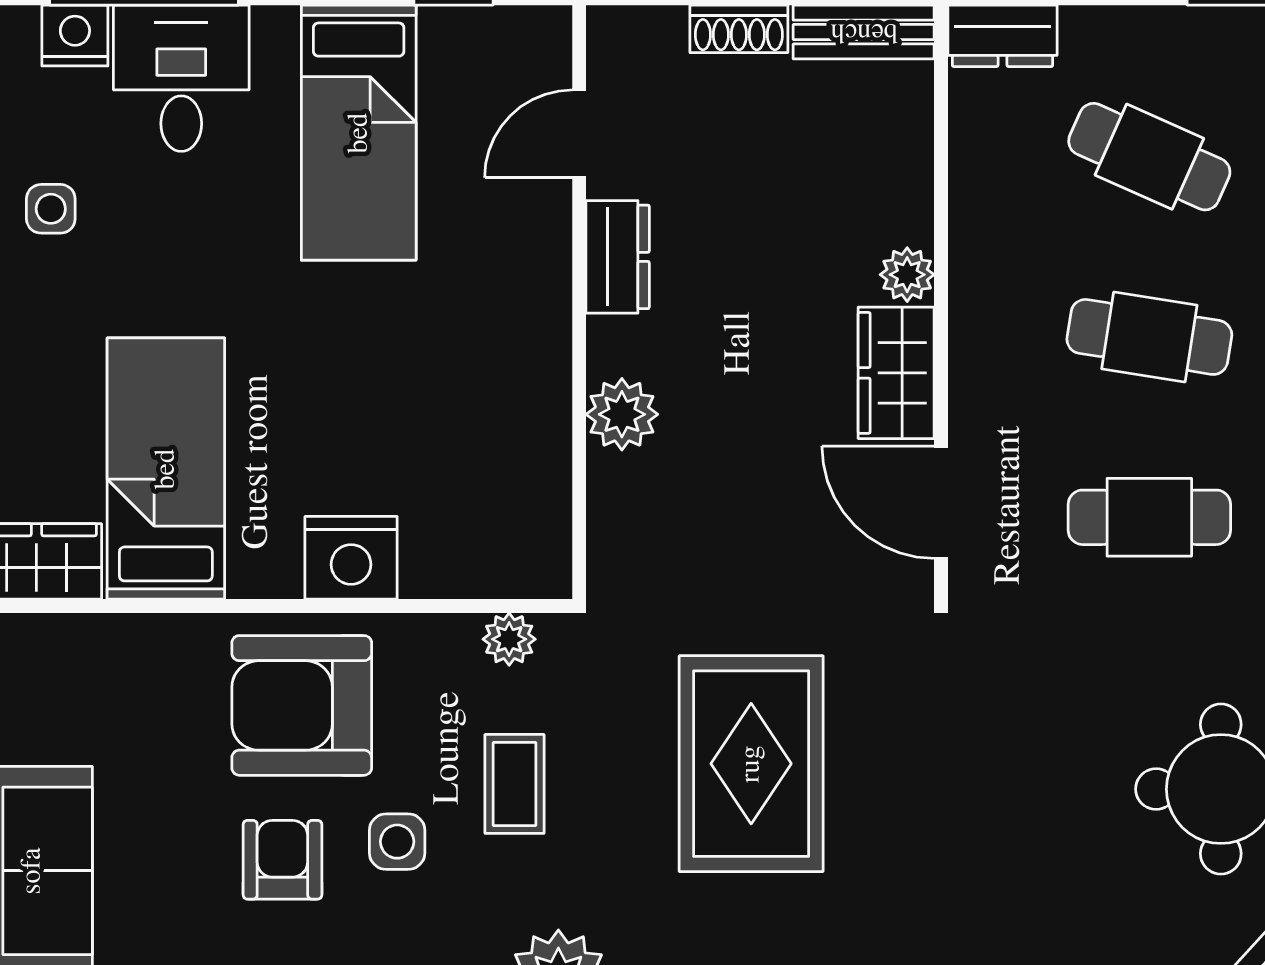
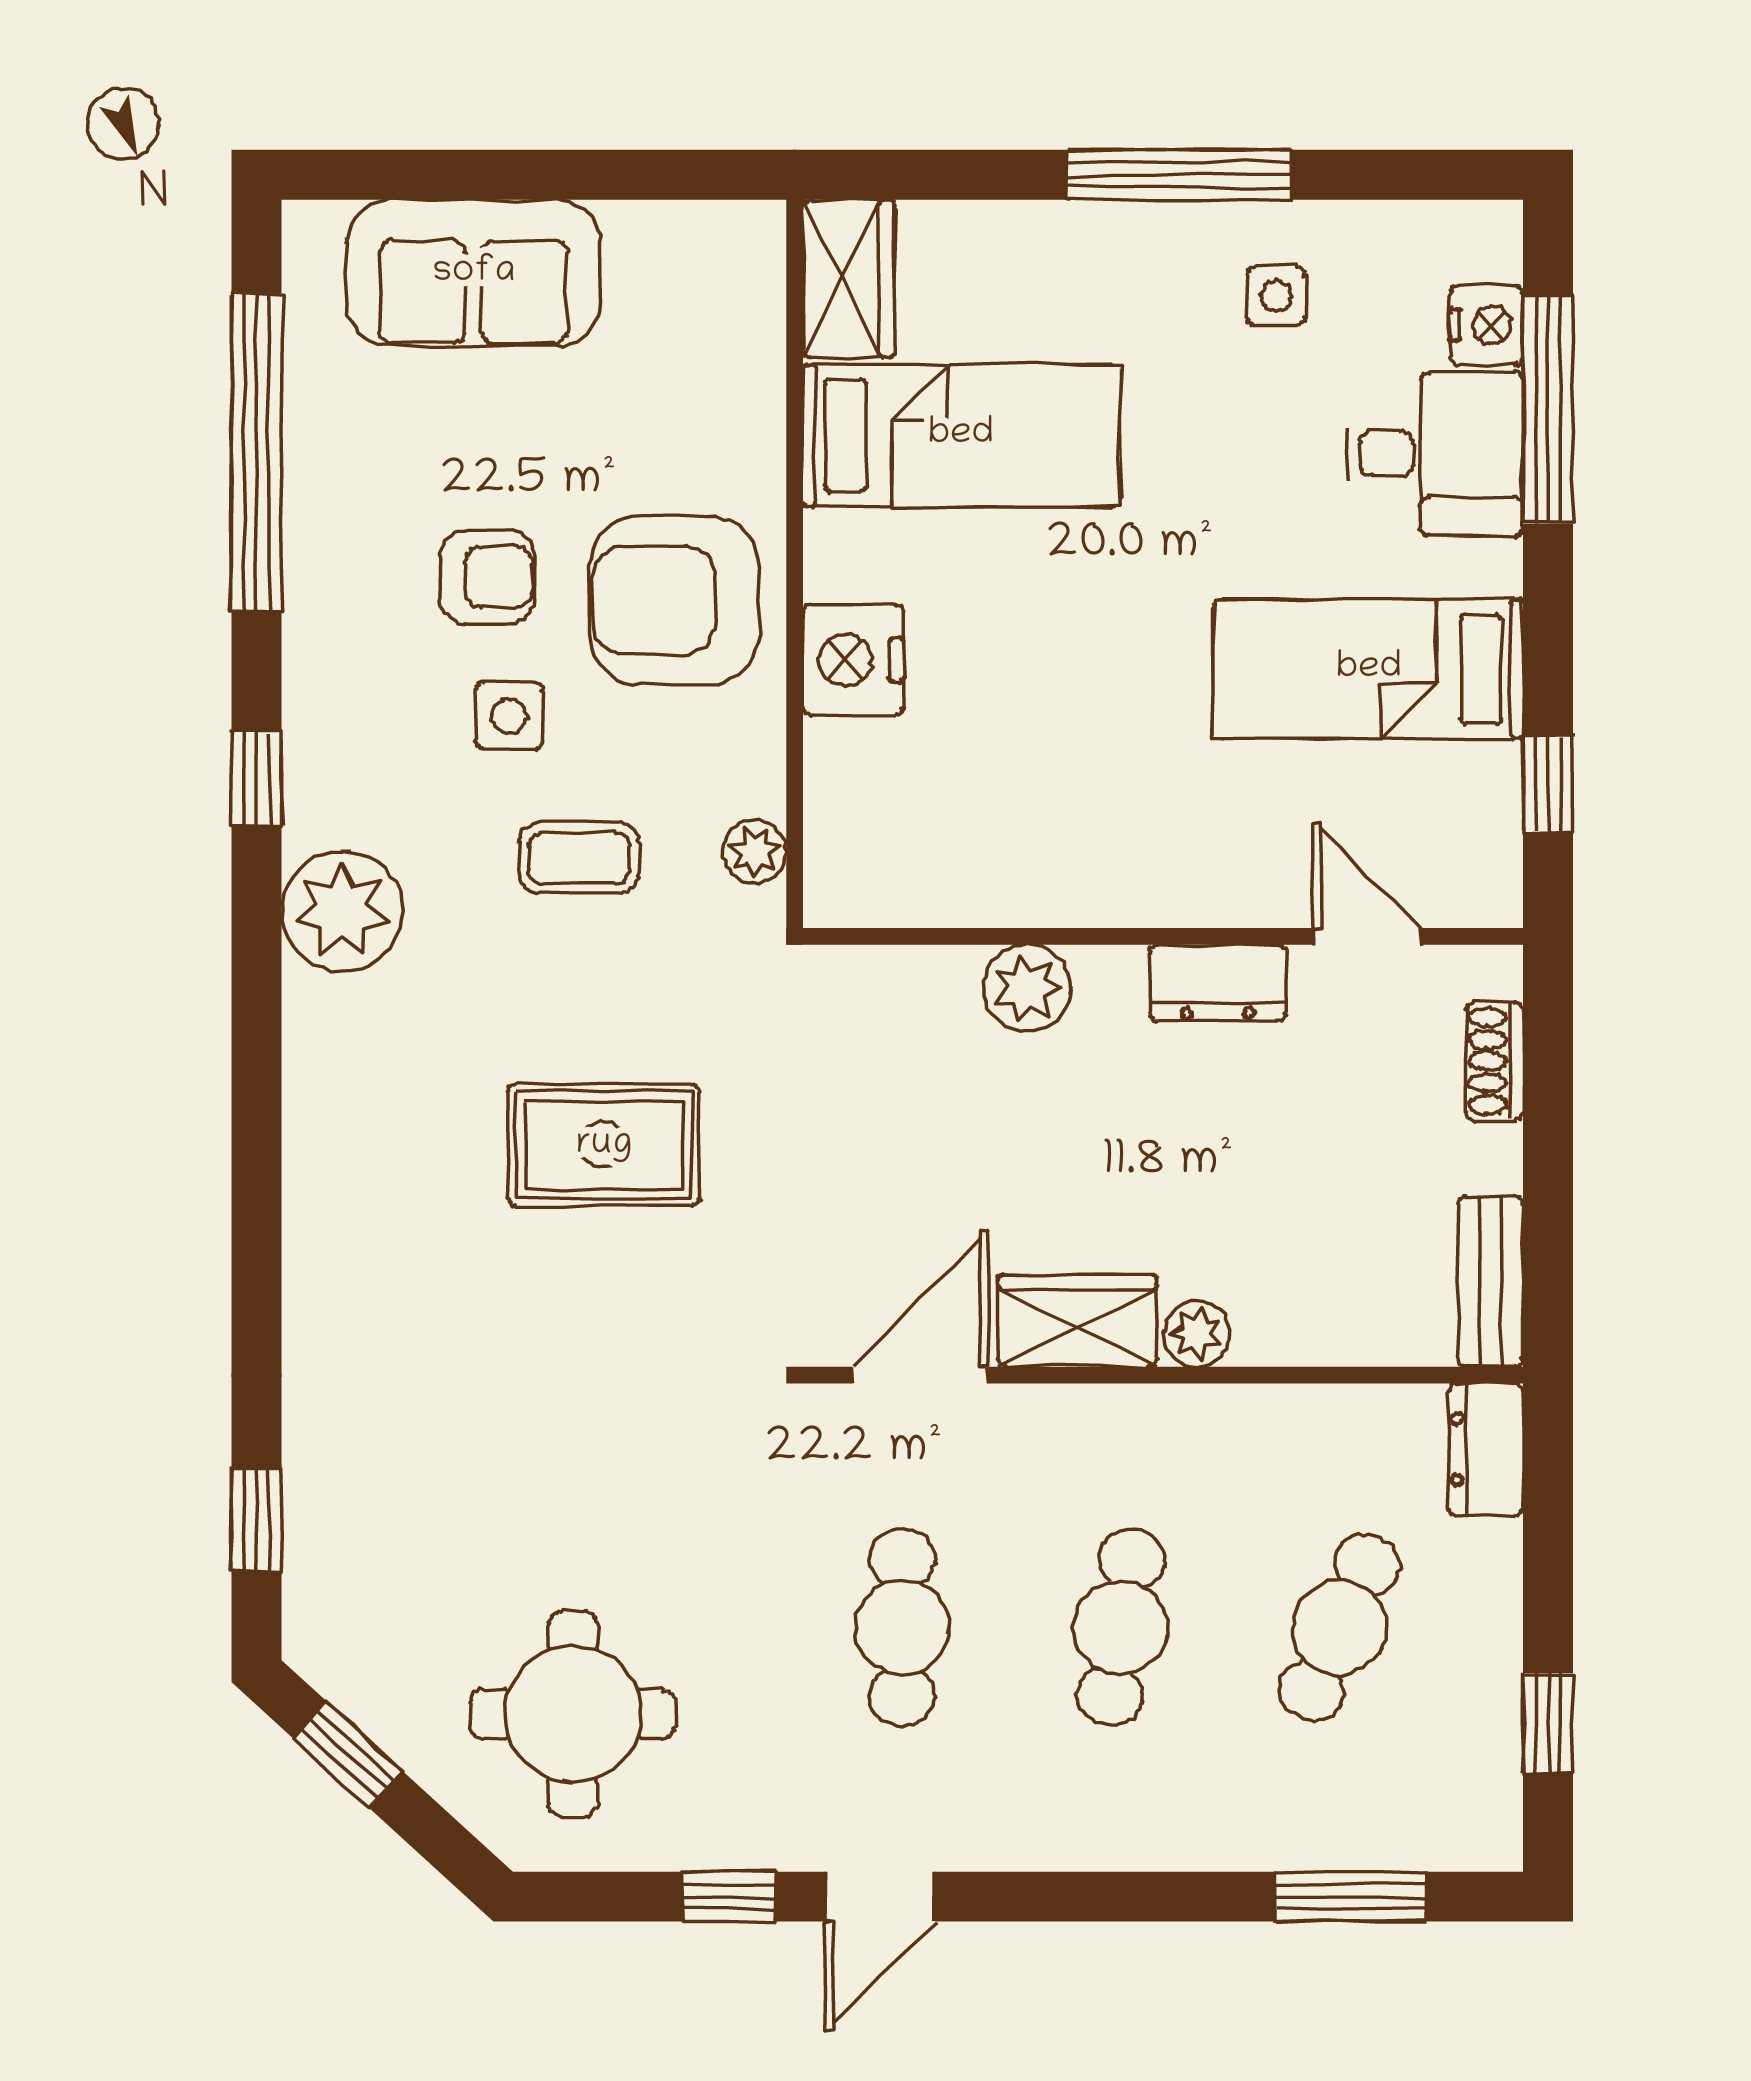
shoe rack: (739, 29) -> (1494, 1061), moved
armchair: (302, 705) -> (674, 600), turned -90
rug: (751, 764) -> (604, 1145), width x0.73, depth x0.70

